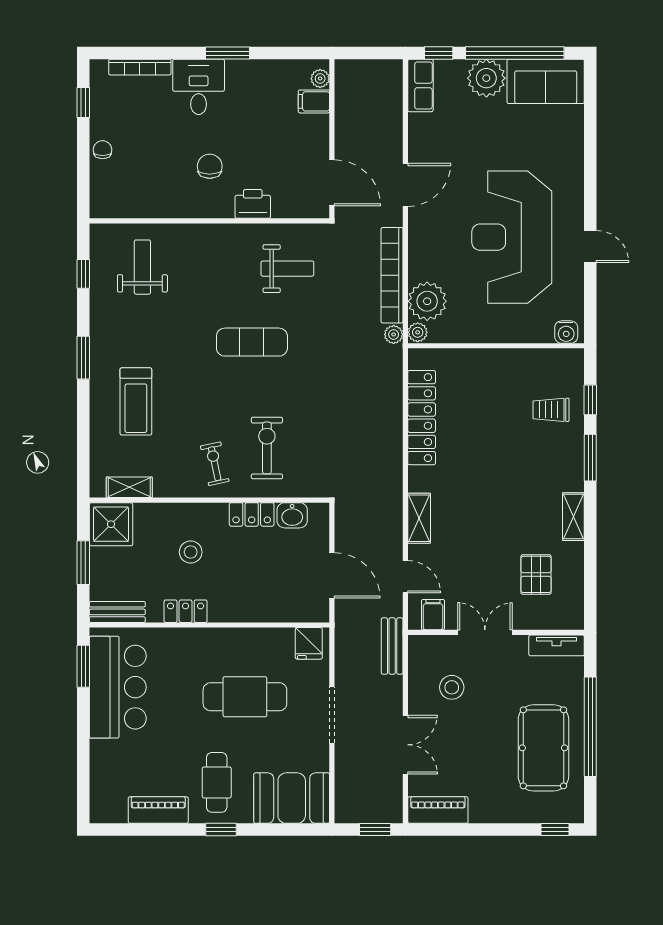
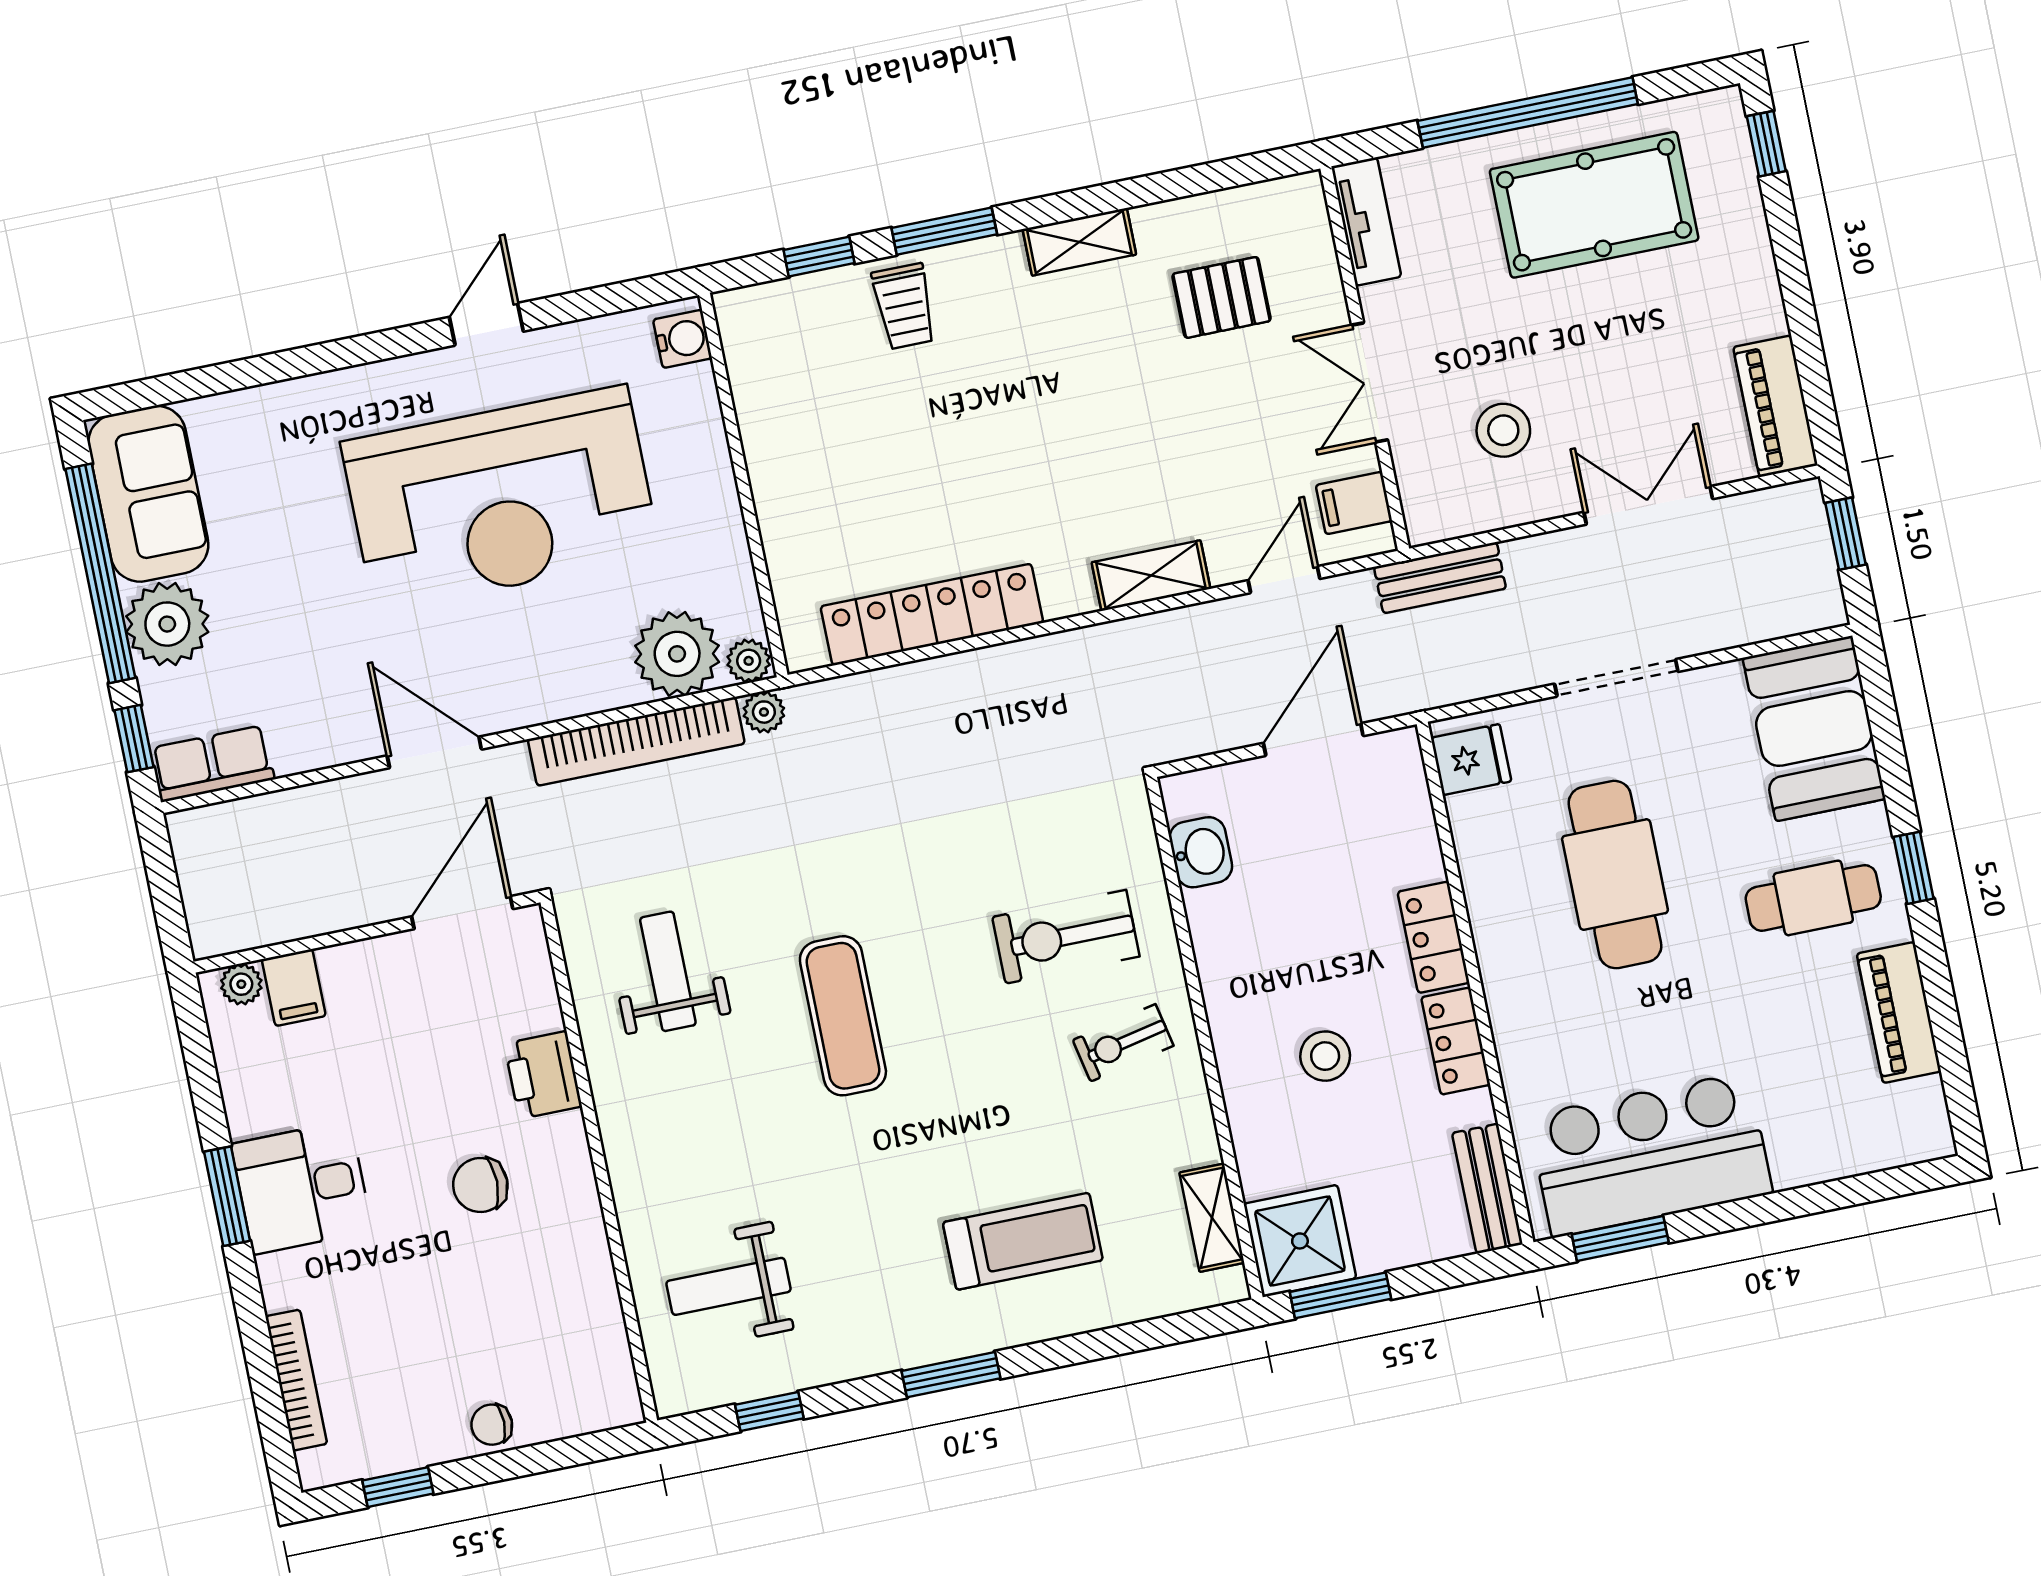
desk: (199, 87) -> (302, 1187), moved
trolley: (551, 410) -> (904, 306), moved
locker: (252, 514) -> (1434, 937), moved, turned 180
window: (83, 563) -> (1340, 1295), moved

